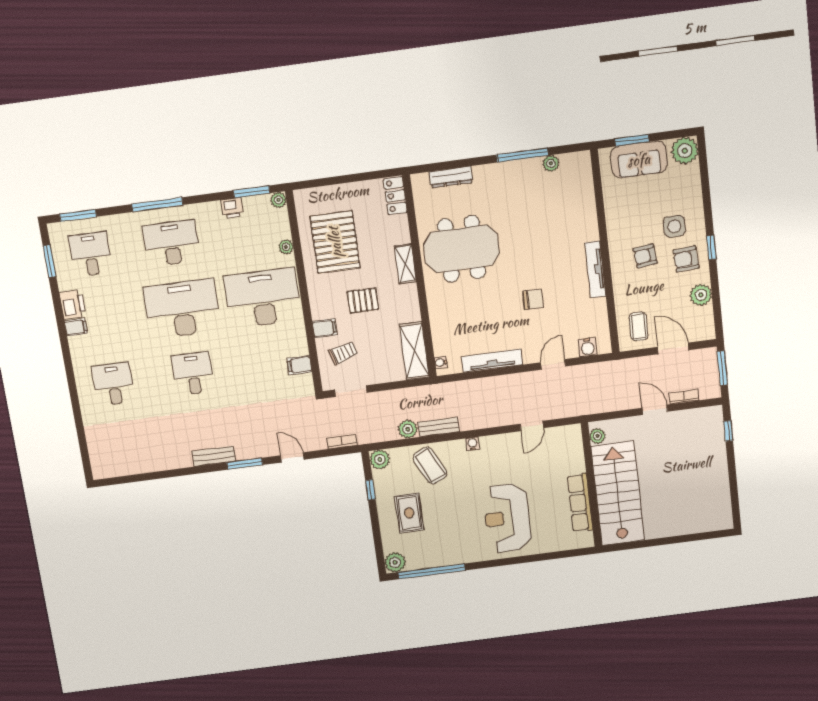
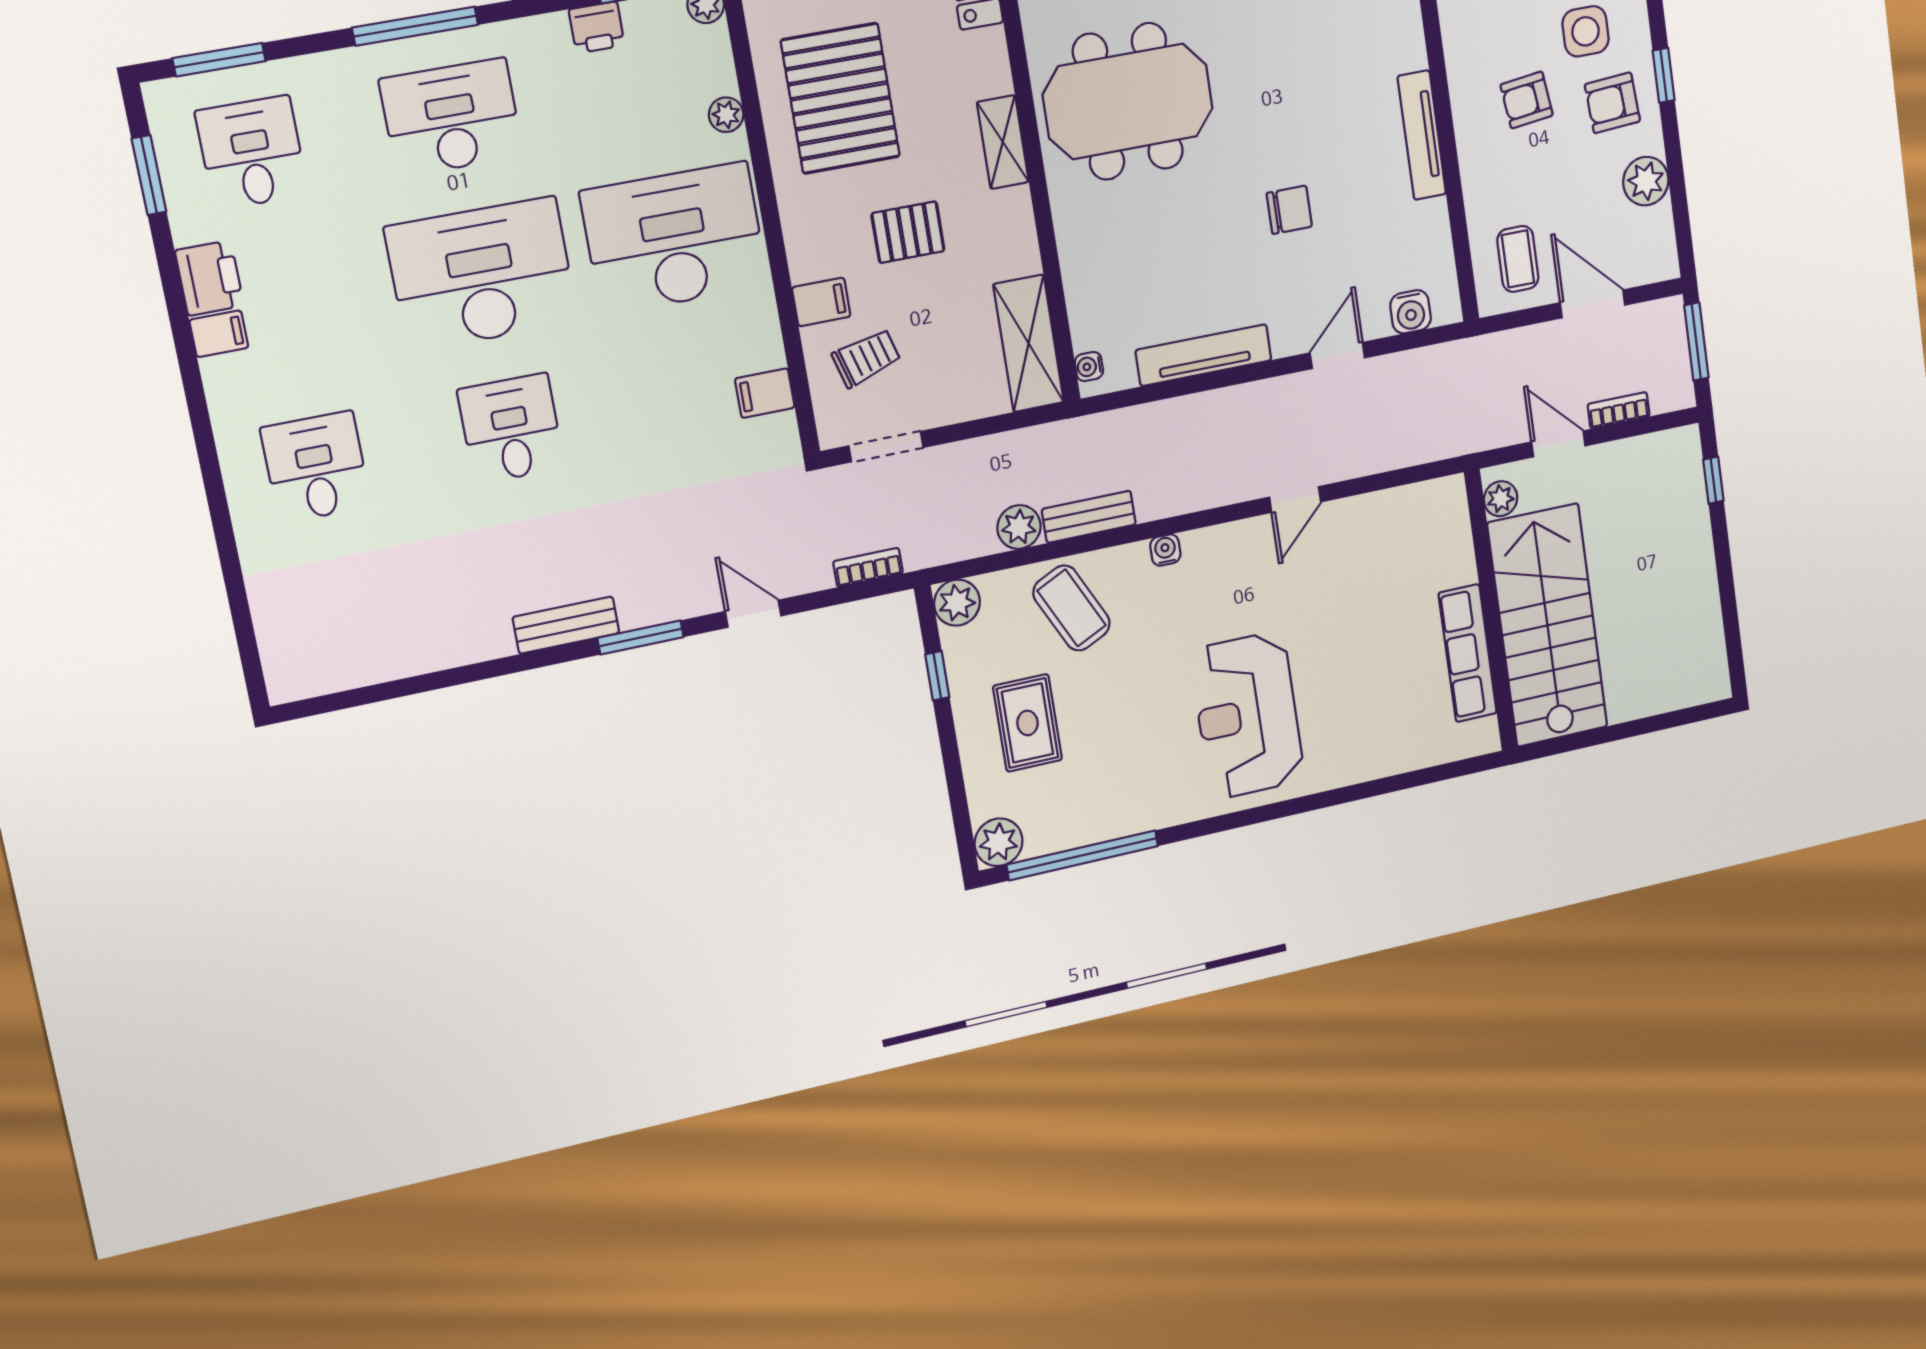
plant: (597, 436) -> (1501, 499), moved
wall: (591, 485) -> (1491, 611), moved
stairs: (618, 493) -> (1548, 625), moved
row of seats: (580, 503) -> (1468, 653), moved

